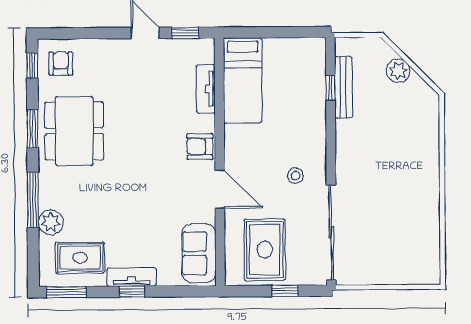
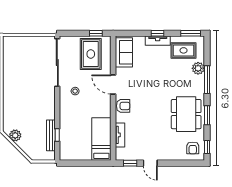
plant: (398, 71) -> (15, 135), moved
window: (285, 291) -> (96, 33), moved

